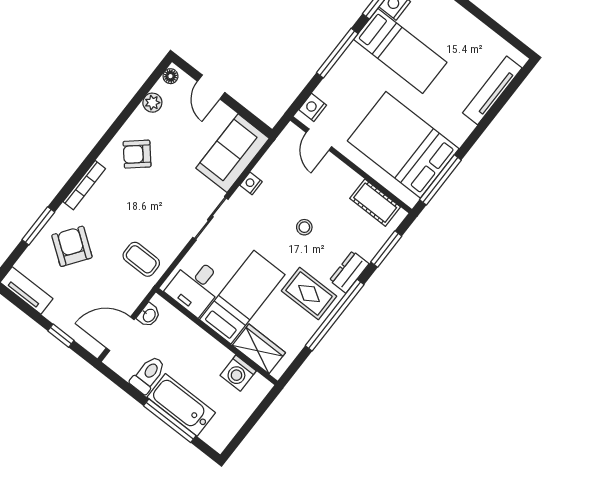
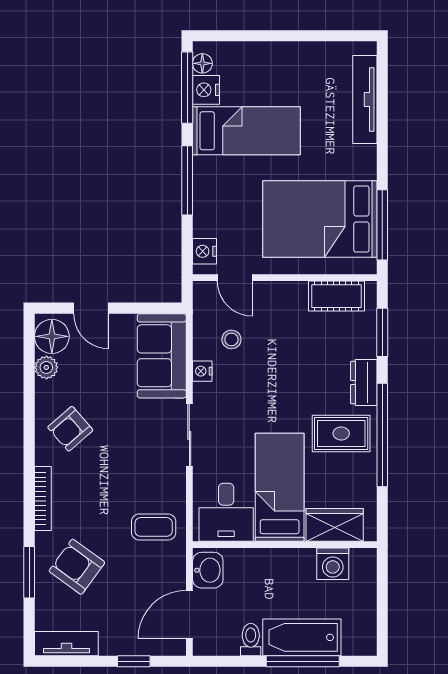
floor lamp: (170, 76) -> (52, 336), width x1.89, depth x1.89
stool: (304, 227) -> (231, 339), moved
washbasin: (149, 315) -> (208, 570), width x1.38, depth x1.45
toilet: (148, 375) -> (251, 639), width x0.73, depth x0.72

